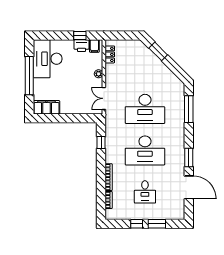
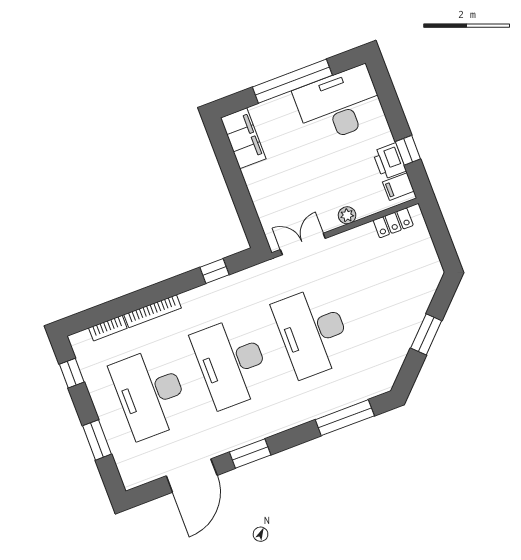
window: (158, 51) -> (426, 334), moved
desk: (145, 192) -> (150, 393), width x1.87, depth x1.30
window: (137, 224) -> (72, 373), moved

